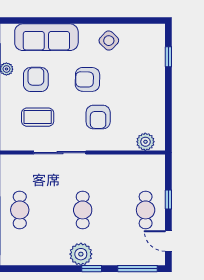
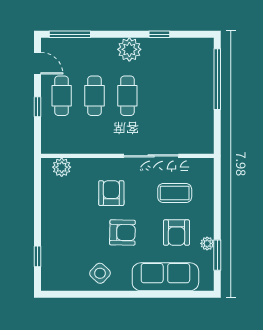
cafe table: (20, 210) -> (94, 96), moved
window: (92, 269) -> (159, 34), moved

